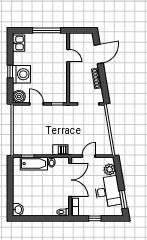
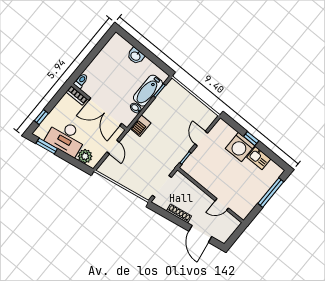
window: (47, 30) -> (271, 193), moved
kitchen sink: (19, 43) -> (259, 158), moved
boiler: (19, 96) -> (221, 128), removed
door: (37, 104) -> (201, 139), swing flipped
washbasin: (18, 210) -> (136, 56), moved
window: (95, 218) -> (41, 117), moved

